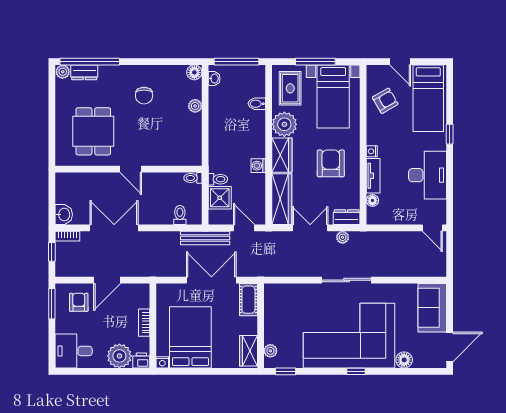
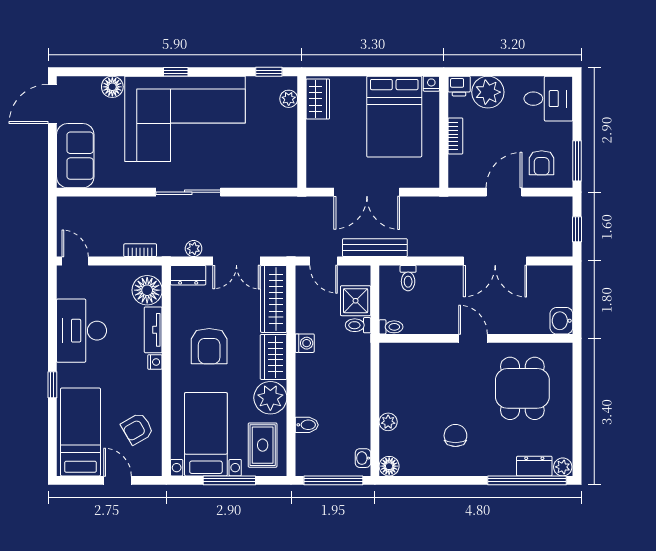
floor lamp: (372, 200) -> (147, 290), width x1.89, depth x1.89
washbasin: (64, 215) -> (561, 321), moved
bookcase: (67, 236) -> (140, 250), moved
cot: (248, 300) -> (318, 166), removed

